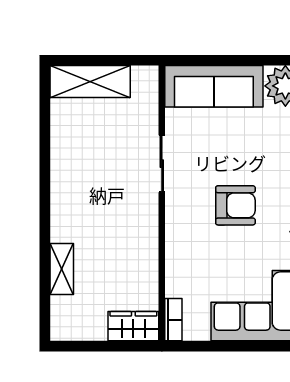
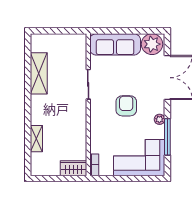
shelving: (90, 82) -> (39, 73), moved, turned 90
armchair: (235, 205) -> (126, 106), turned -90

